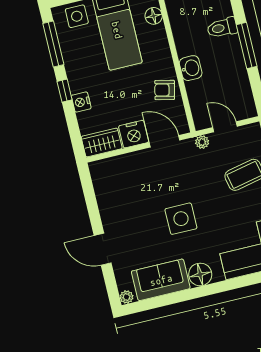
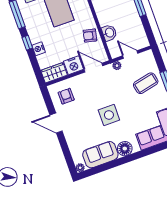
washbasin: (191, 68) -> (109, 33), moved
armchair: (117, 182) -> (66, 96), added
door: (103, 249) -> (56, 123), moved

